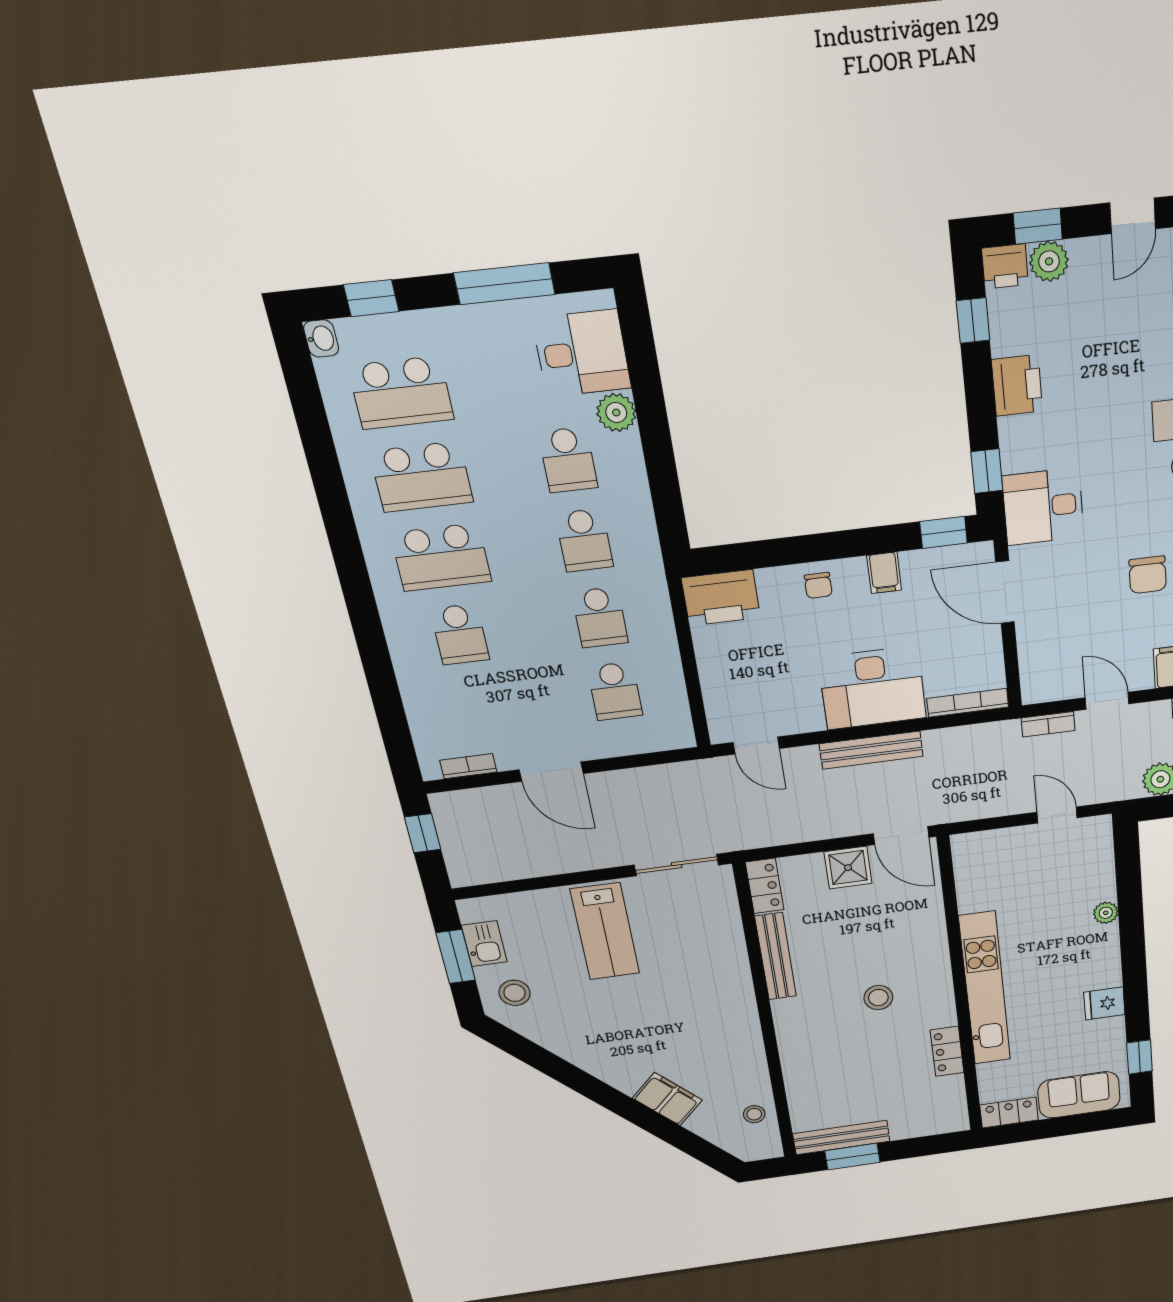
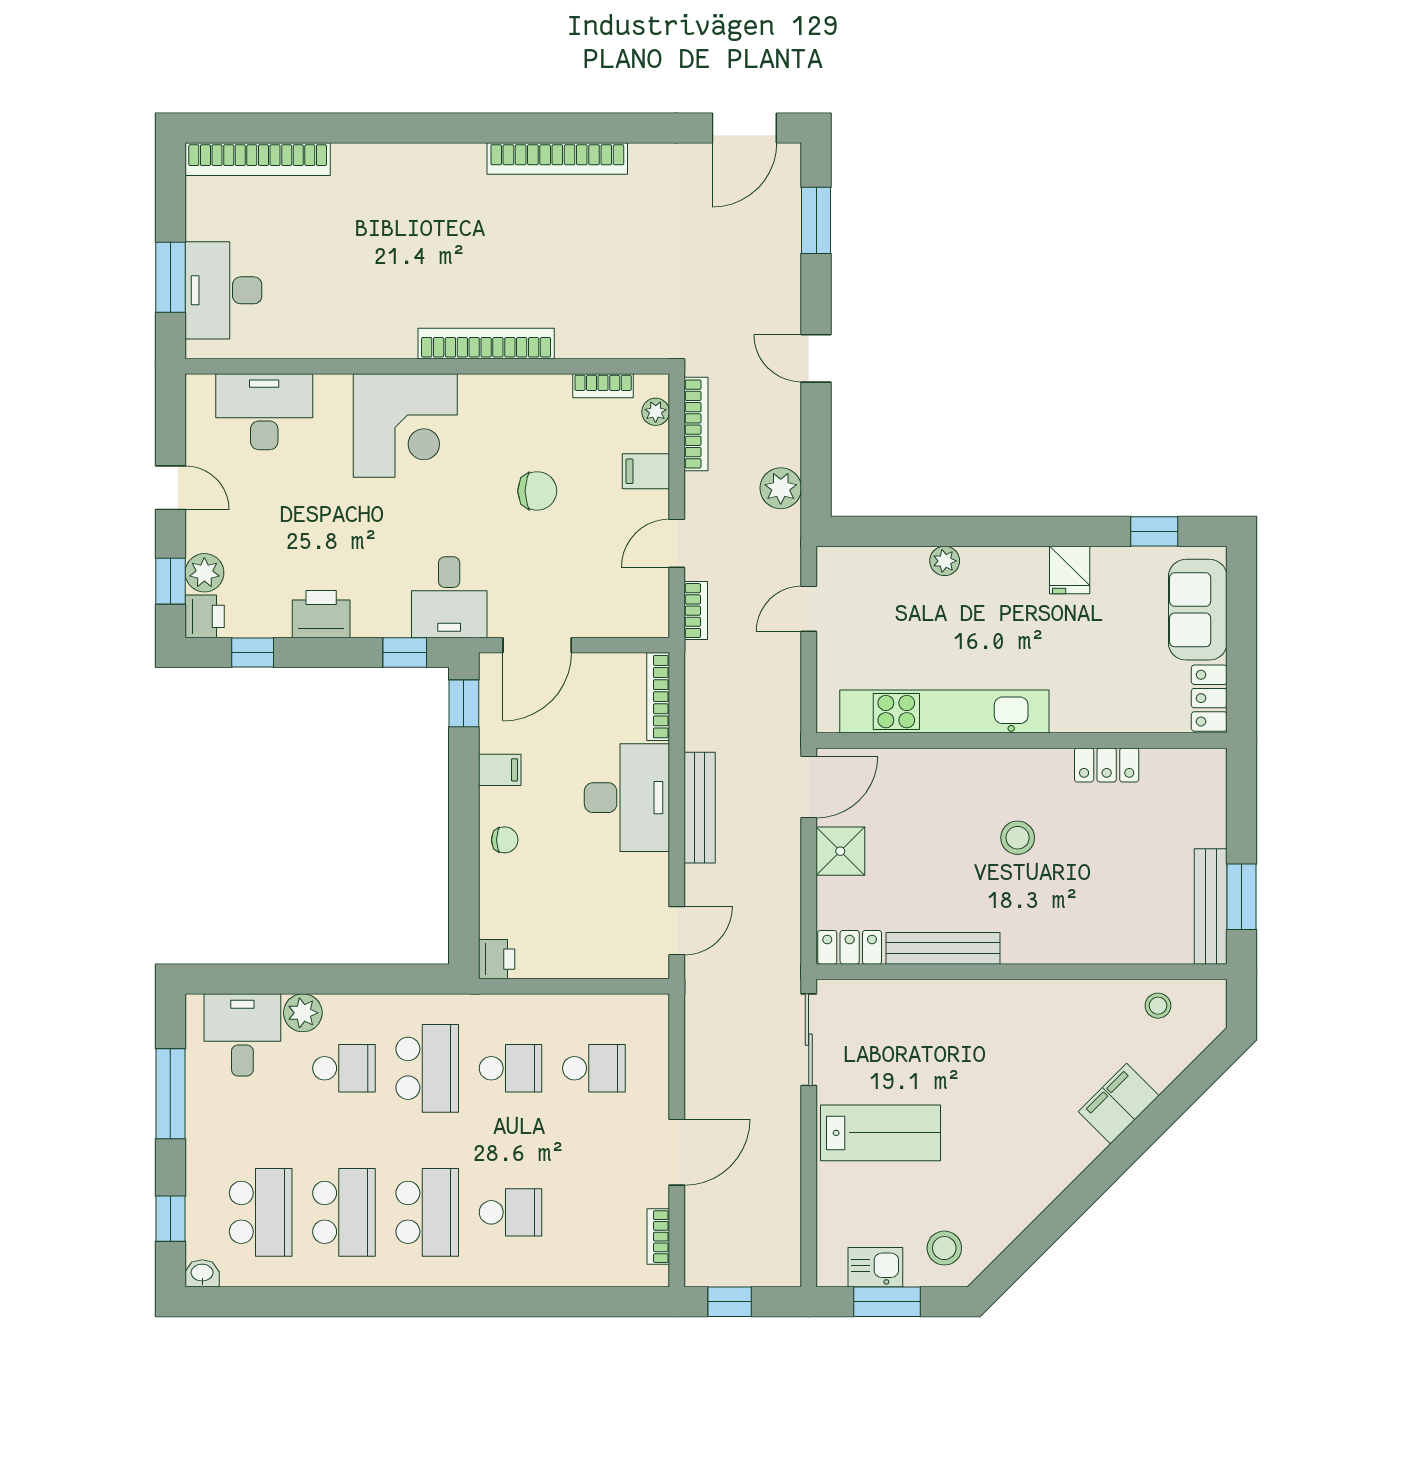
school desk: (584, 540) -> (427, 1068), width x1.85
printer: (721, 598) -> (497, 959), width x0.53, depth x0.68
kitchen unit: (985, 989) -> (944, 712), moved

